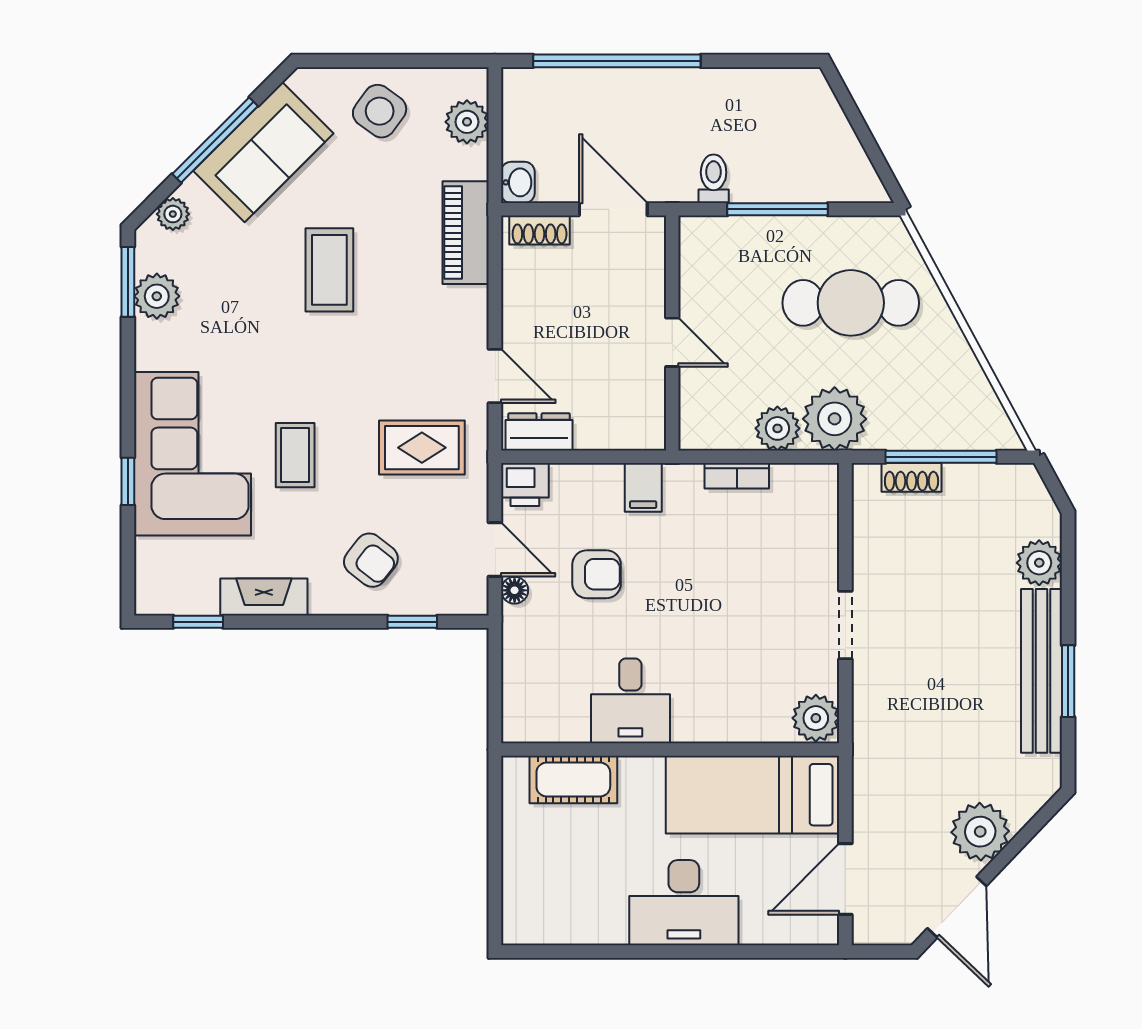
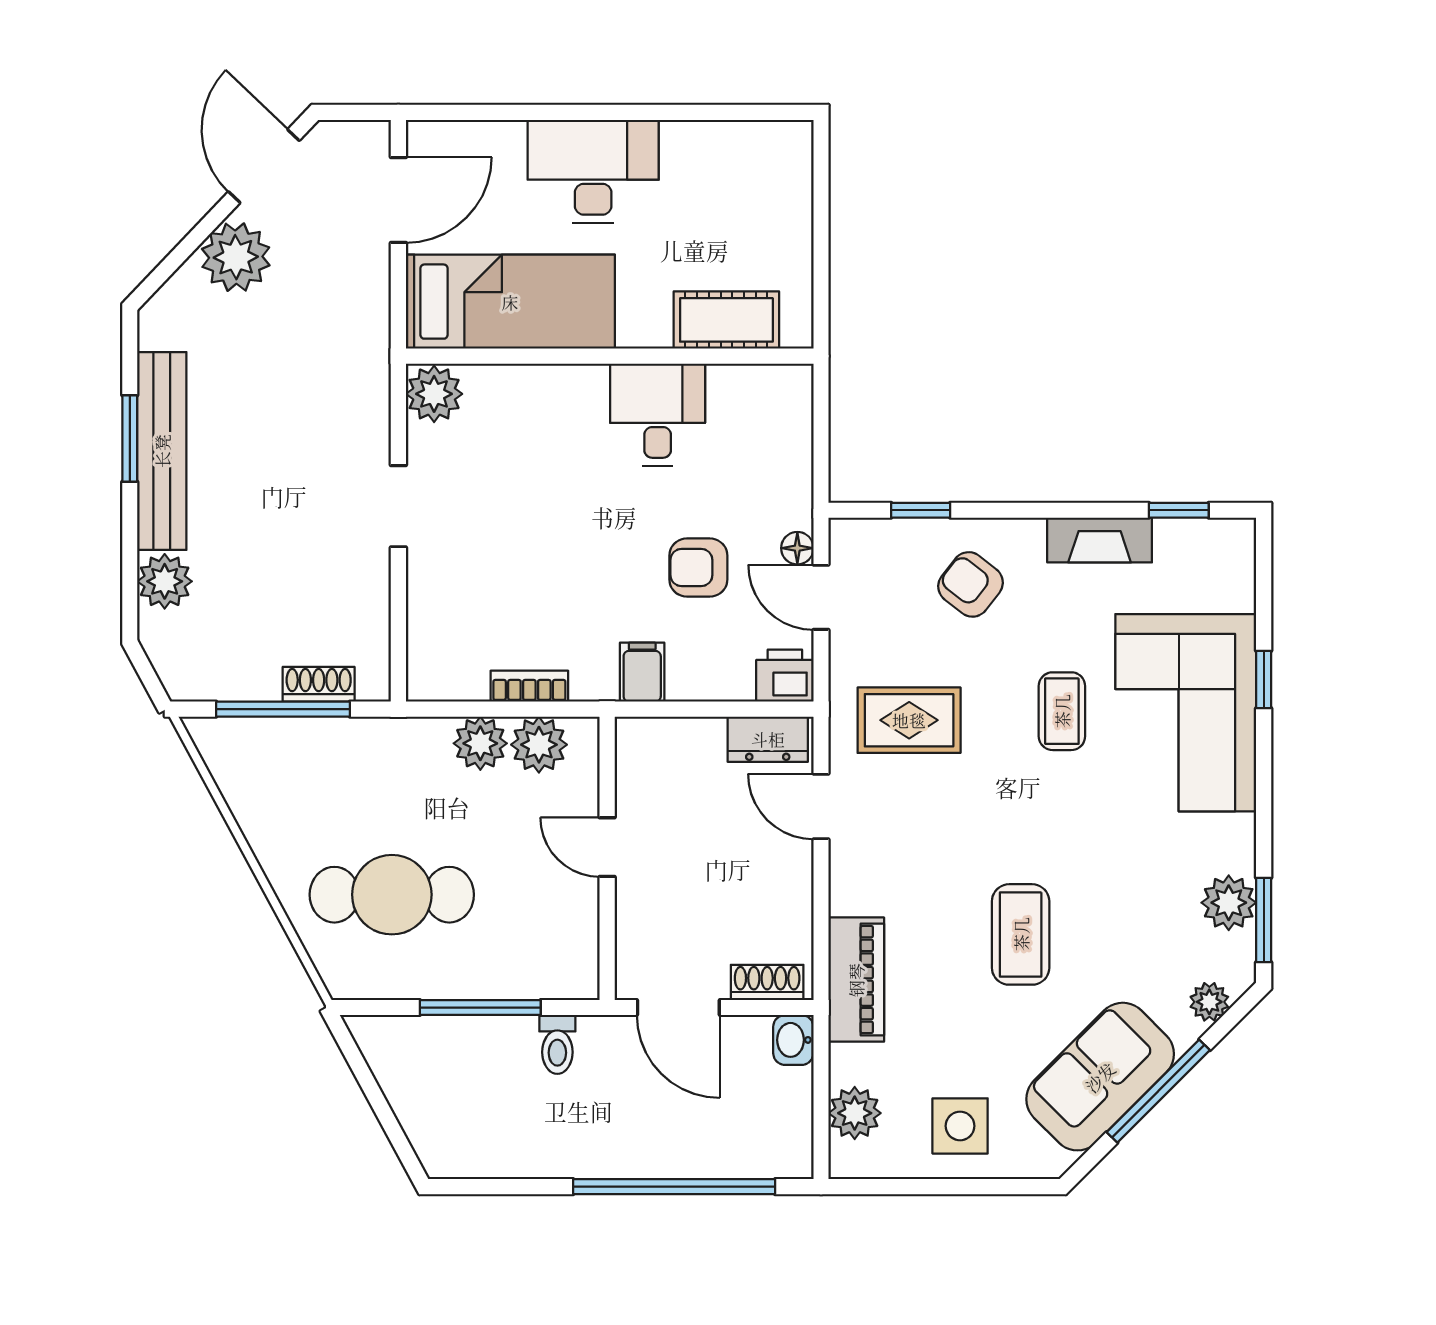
side table: (380, 111) -> (960, 1126), turned -36
plant: (835, 419) -> (539, 745), moved, width x0.73, depth x0.73

